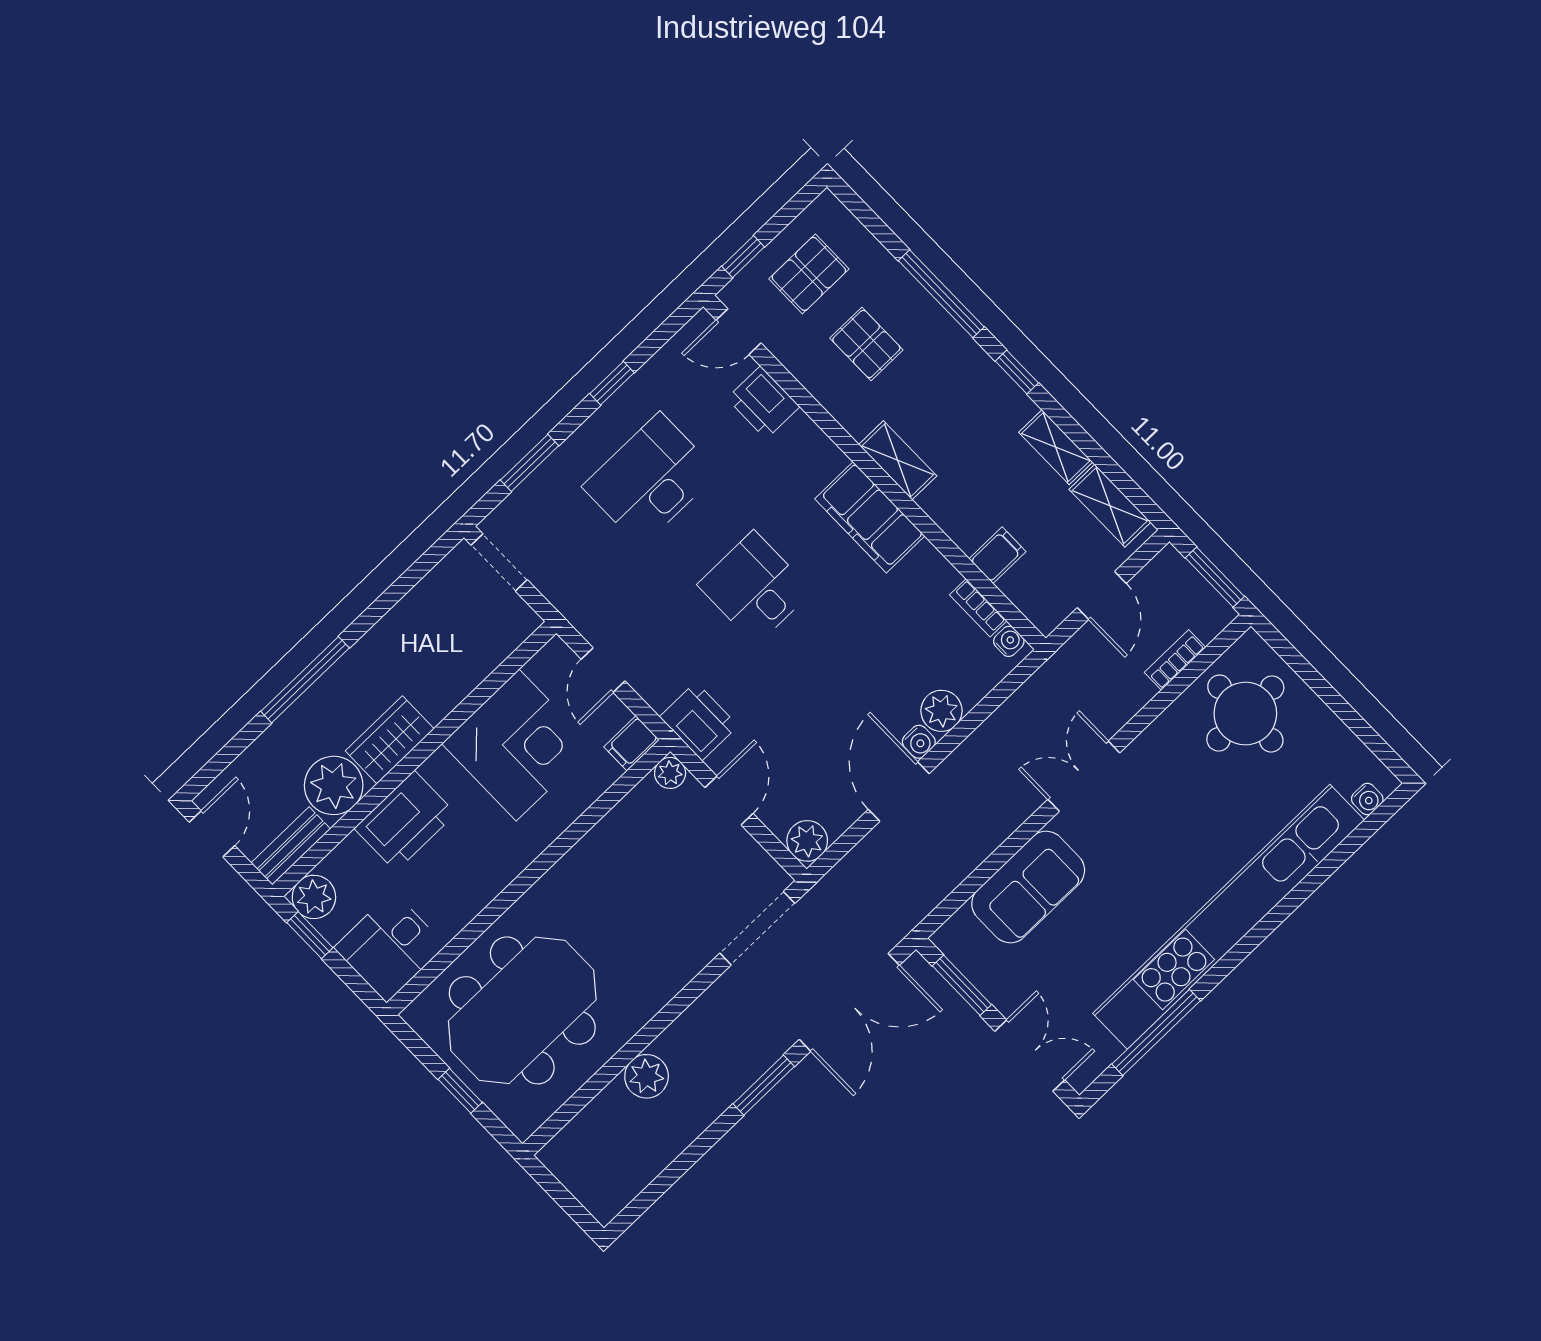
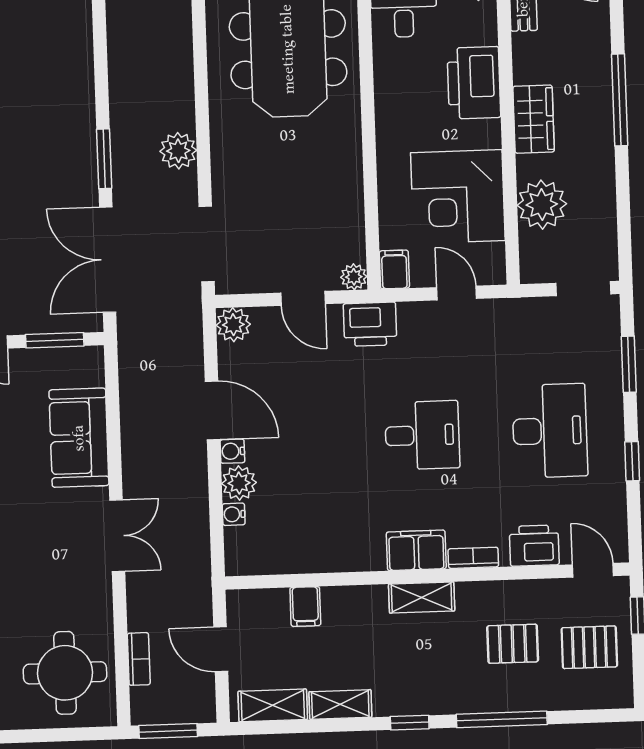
pallet: (809, 274) -> (589, 647), turned 90
door: (739, 332) -> (593, 570), hinge flipped
filing cabinet: (870, 517) -> (416, 550), width x0.67, depth x0.86
bookcase: (978, 608) -> (473, 558), moved
water cooler: (1009, 641) -> (234, 514), moved, turned 90
plant: (334, 785) -> (542, 205), moved
plant: (647, 1076) -> (178, 151), moved

